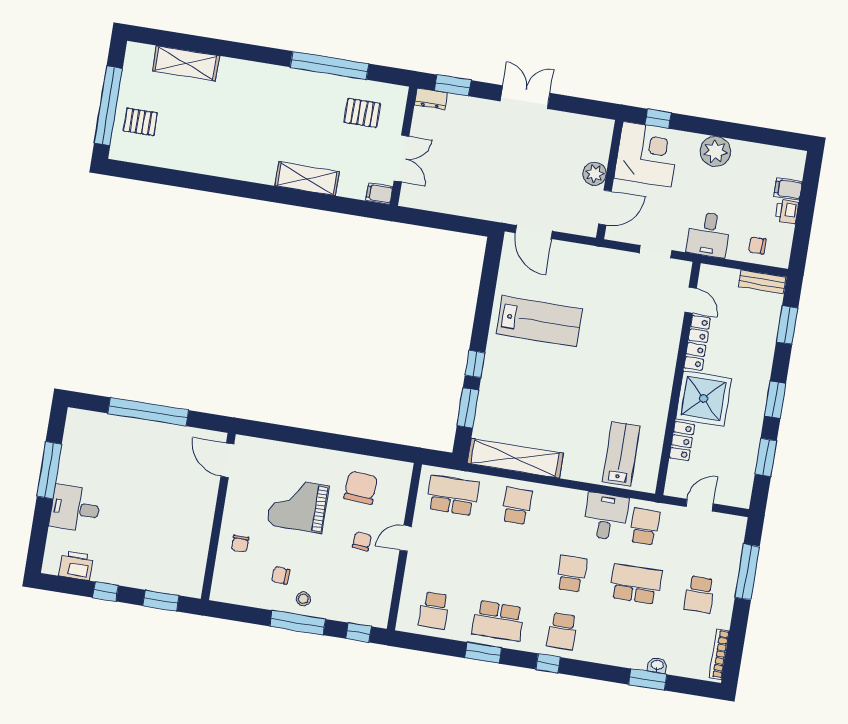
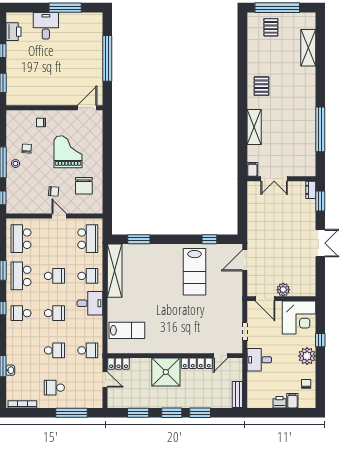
pallet: (362, 113) -> (261, 86), moved
window: (658, 119) -> (320, 340), moved
chair: (757, 245) -> (306, 384), moved
window: (787, 325) -> (200, 413), moved
window: (475, 364) -> (209, 239), moved
locker: (682, 441) -> (119, 364), moved
chair: (361, 488) -> (84, 186), turned 87
desk: (606, 517) -> (90, 303), moved
school desk: (507, 563) -> (54, 276), added
school desk: (635, 584) -> (54, 350), width x0.54
school desk: (434, 610) -> (21, 239), width x1.85

